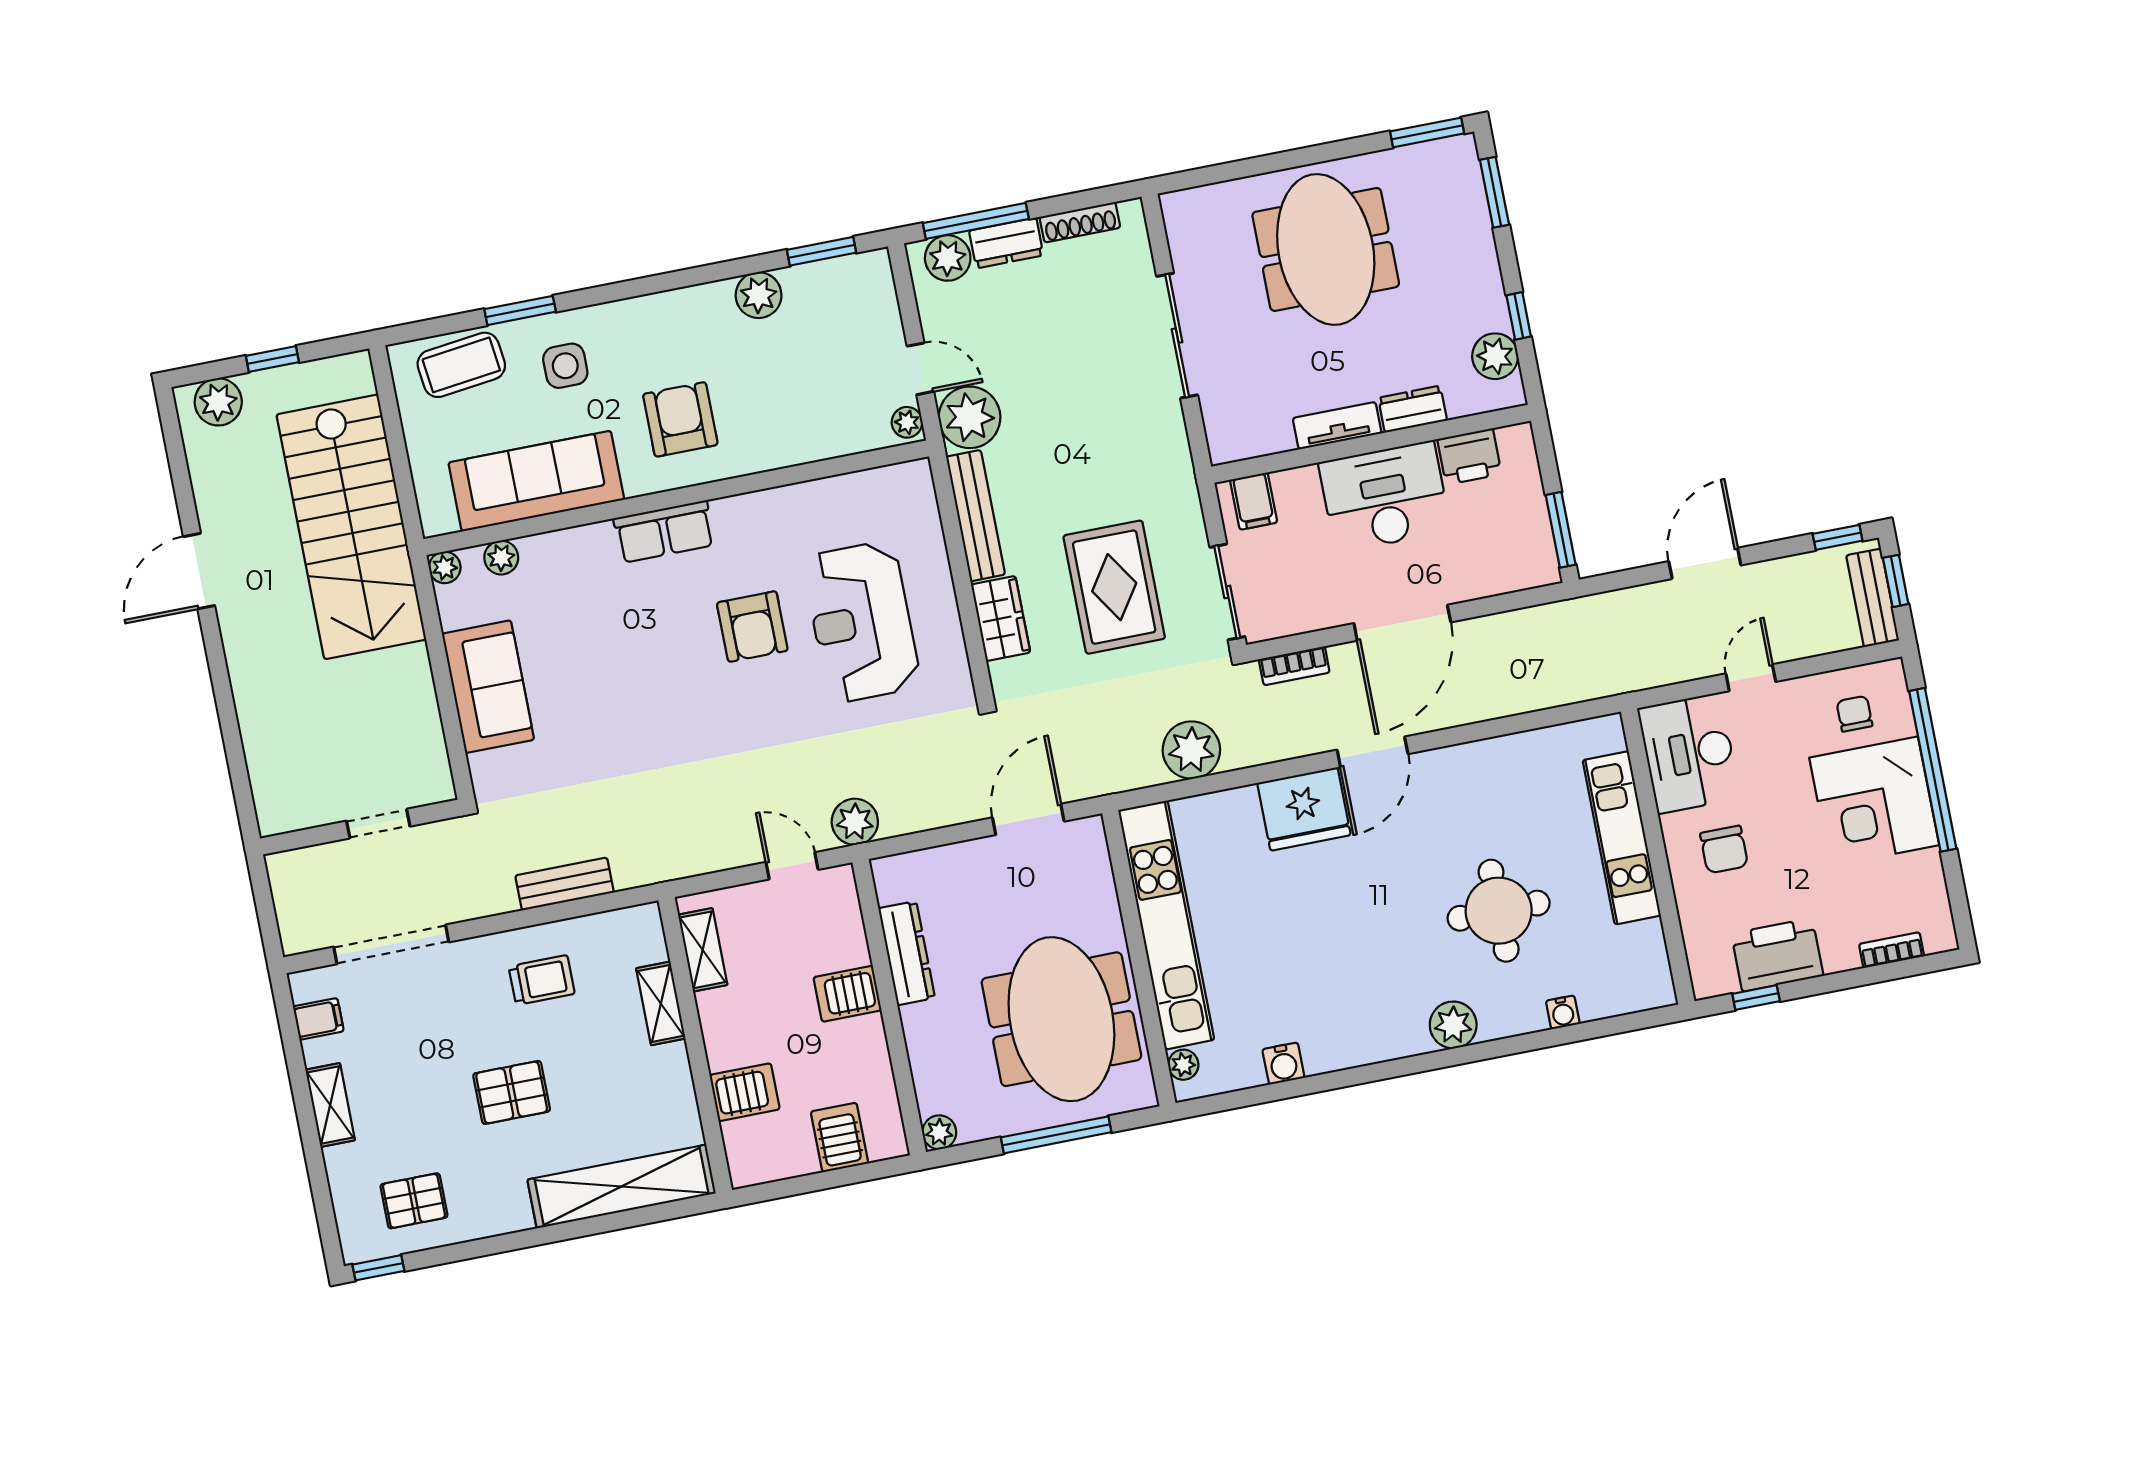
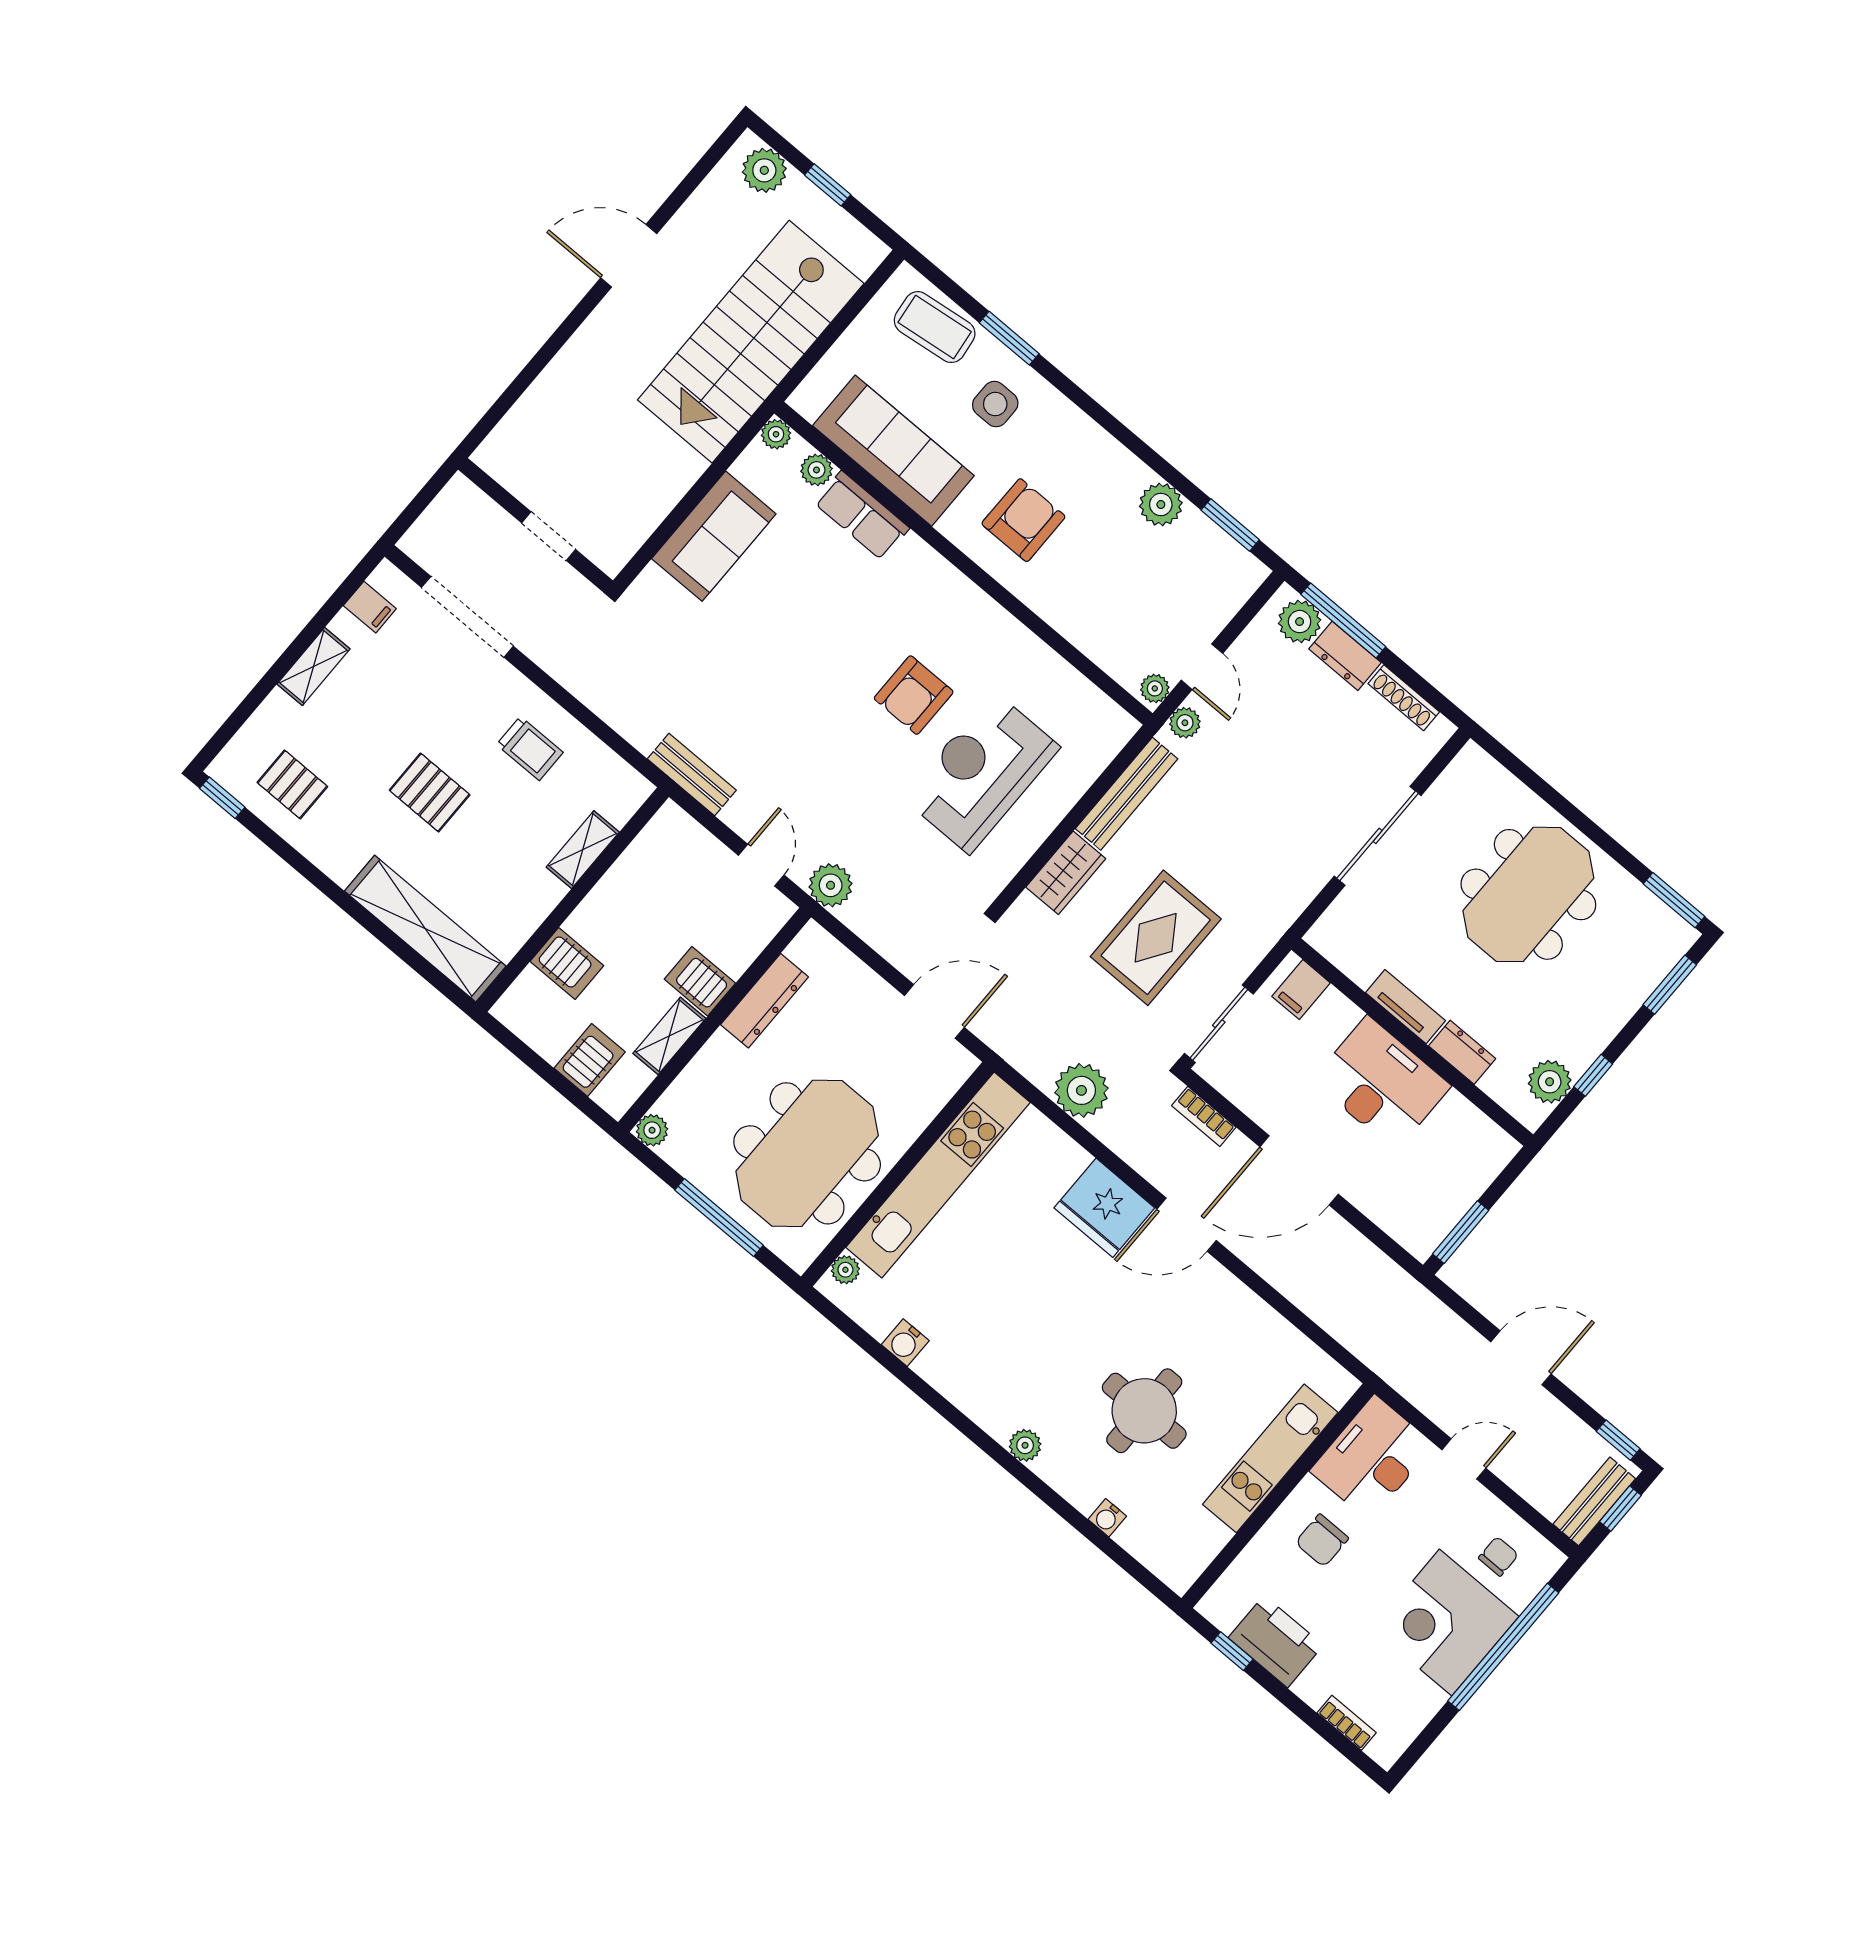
plant: (970, 417) -> (1185, 723), width x0.53, depth x0.53
printer: (1469, 457) -> (1461, 1122), removed
row of seats: (664, 532) -> (862, 516), moved
bench: (565, 884) -> (692, 774), moved
shelving: (703, 950) -> (669, 1036), moved
plant: (1453, 1025) -> (1025, 1445), width x0.73, depth x0.73

